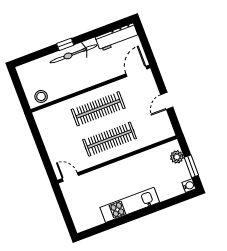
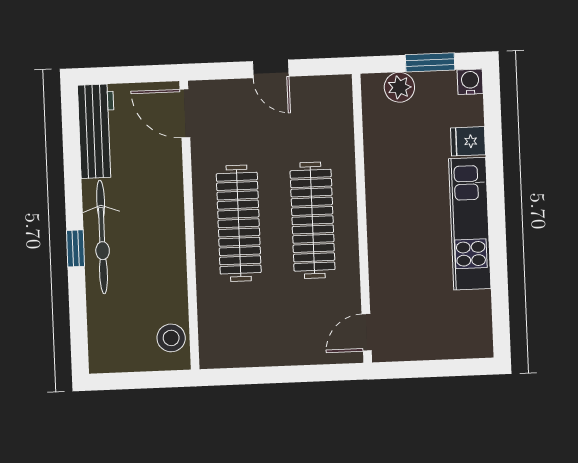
fridge: (164, 193) -> (468, 141), added

